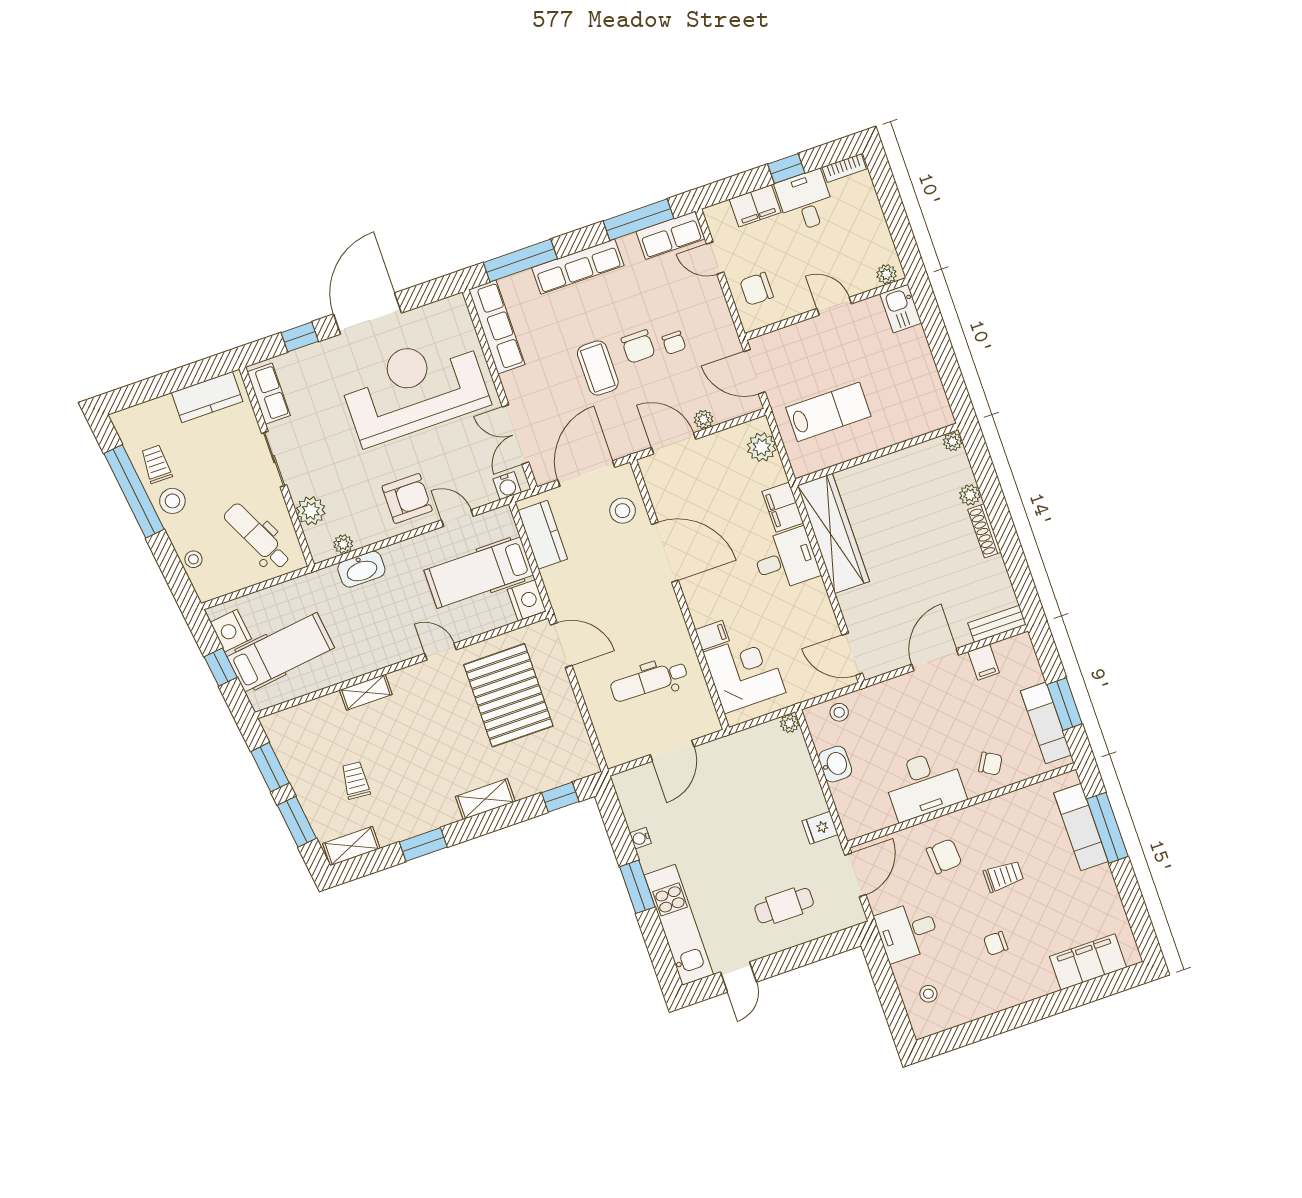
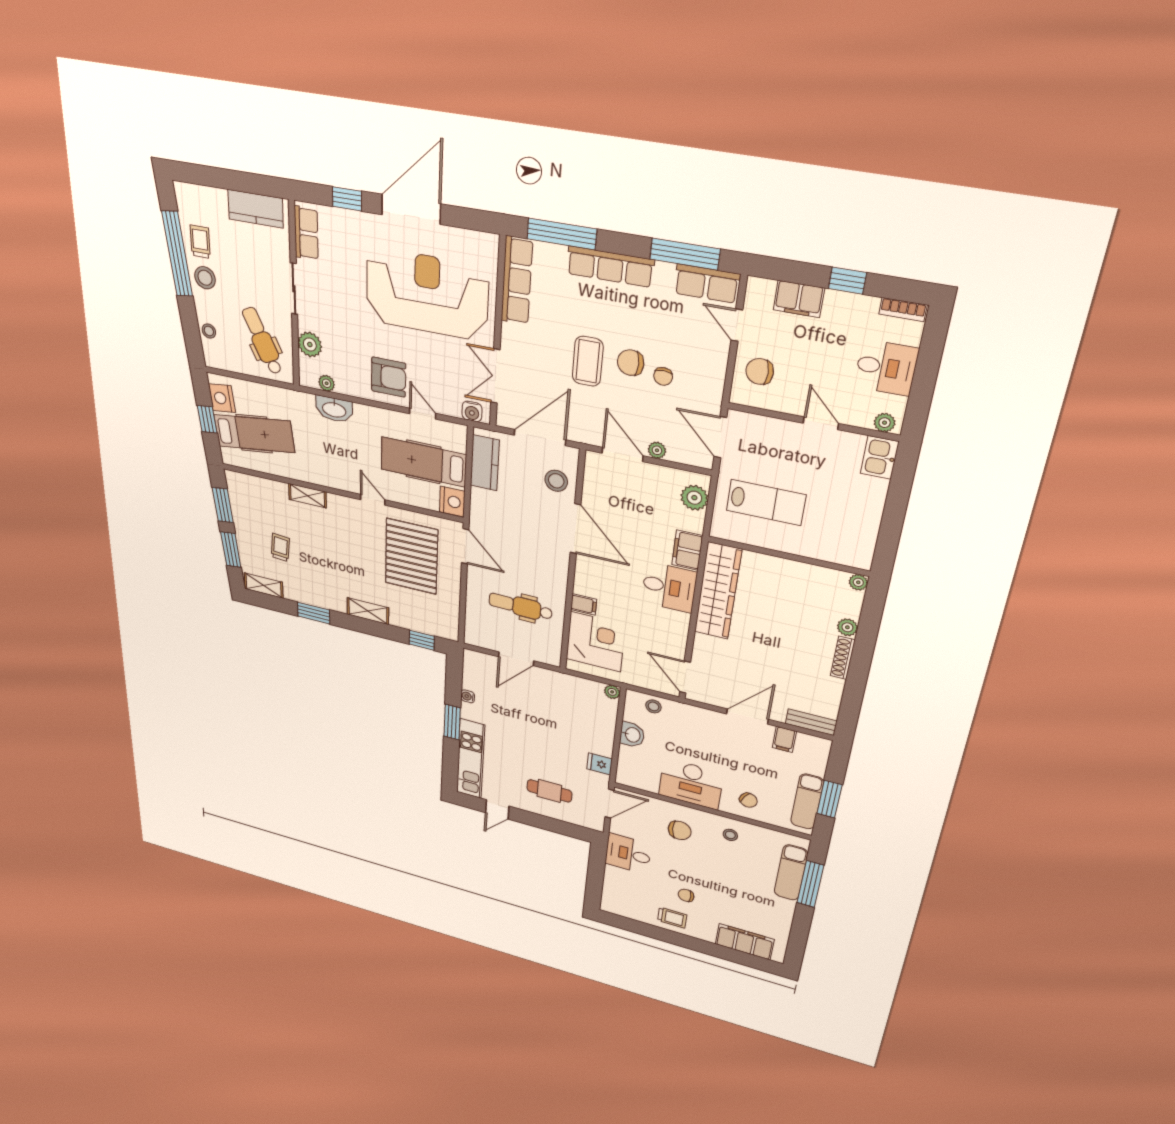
desk: (805, 201) -> (886, 368), moved, turned 90
chair: (638, 347) -> (631, 363), turned 90
trolley: (1003, 876) -> (672, 918), moved
stool: (928, 994) -> (730, 835), moved

